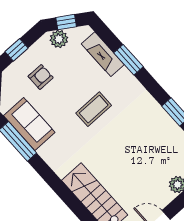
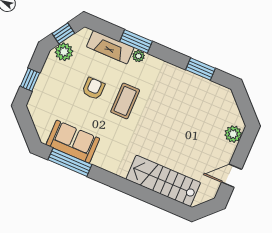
plant: (125, 74) -> (139, 56), added
armchair: (41, 77) -> (94, 89), moved

